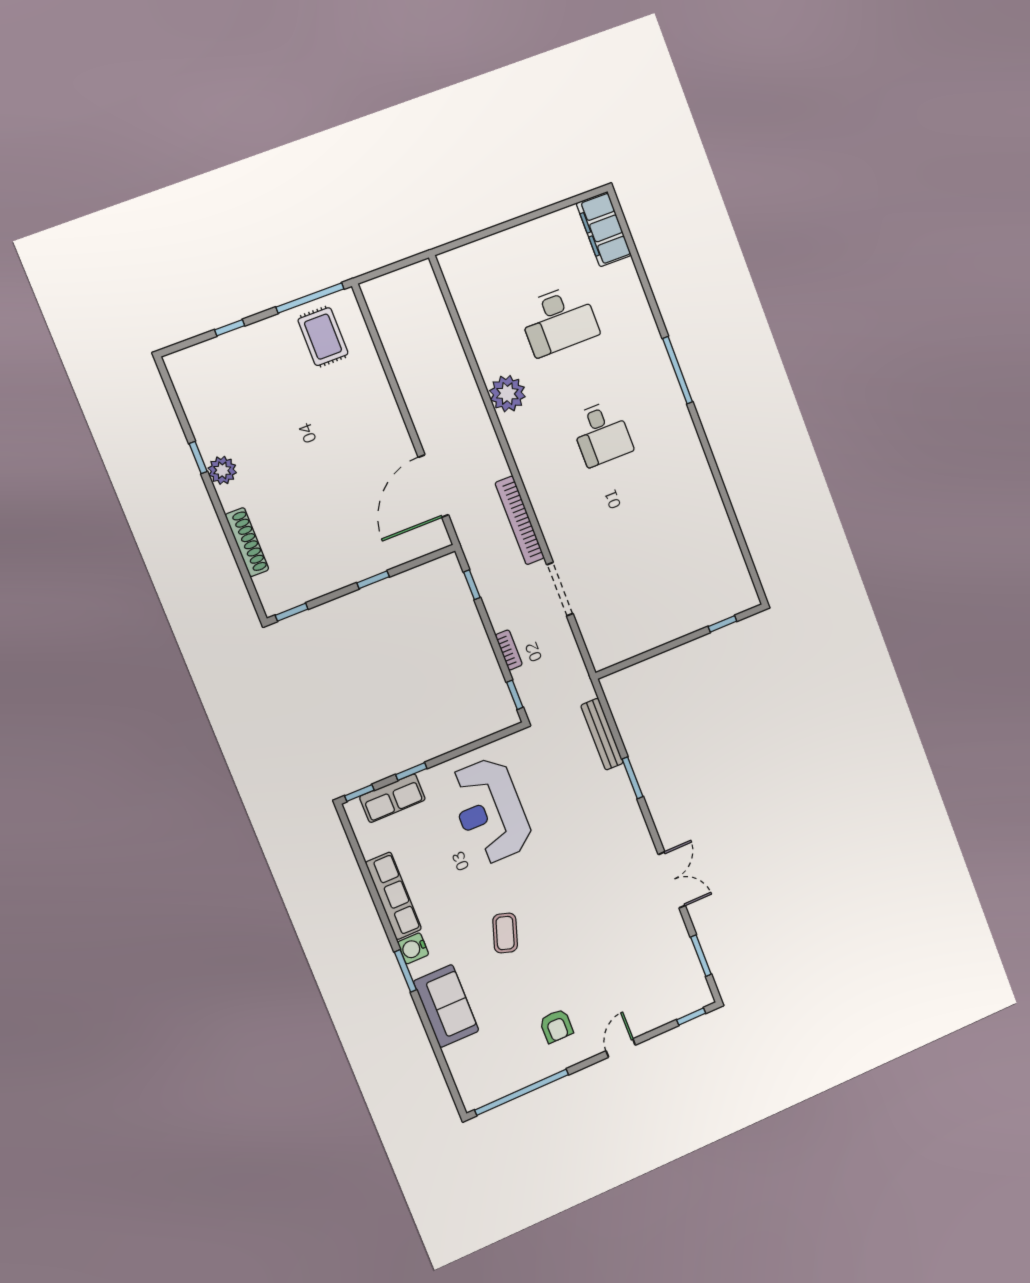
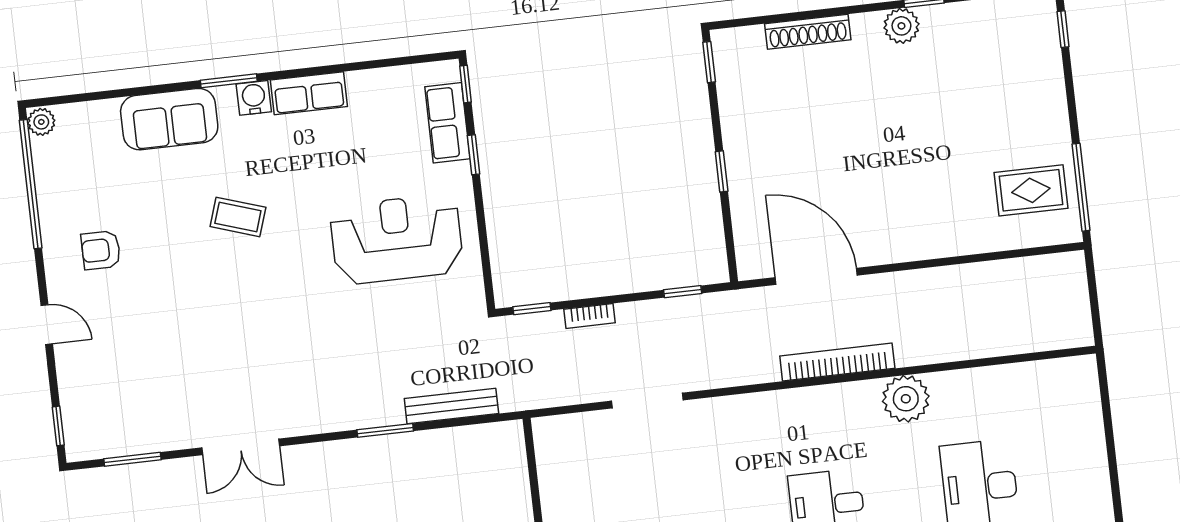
window: (230, 328) -> (1063, 29), moved
bookcase: (520, 520) -> (837, 362), moved
row of seats: (393, 896) -> (309, 93), width x0.68
plant: (474, 1099) -> (41, 122), added

